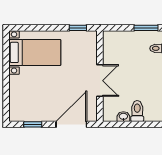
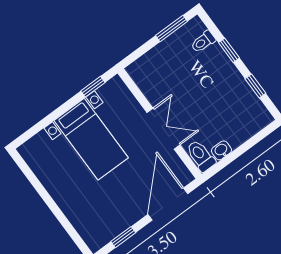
bed with nightstands: (35, 52) -> (91, 139), moved, turned 90
toilet: (137, 111) -> (201, 156), moved

